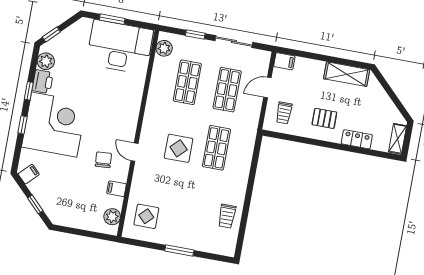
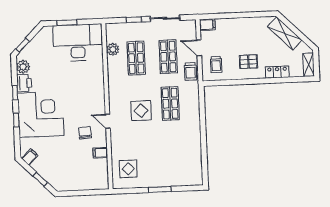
plant: (164, 48) -> (113, 49), moved
shelving: (347, 74) -> (285, 33), moved, turned 45
door: (267, 88) -> (199, 48), hinge flipped
trolley: (227, 216) -> (191, 71), moved
plant: (112, 217) -> (102, 175), removed

